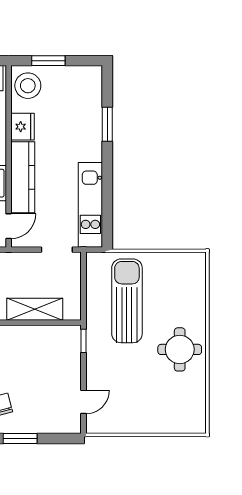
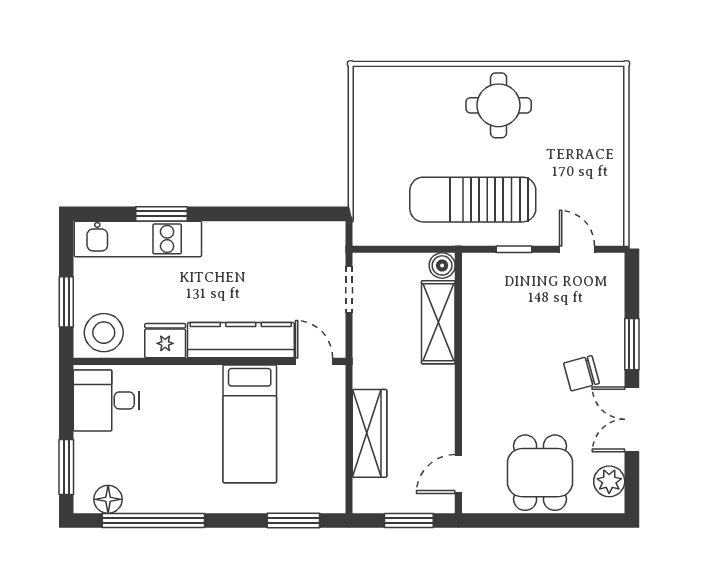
kitchen unit: (90, 205) -> (138, 239), moved
sun lounger: (127, 301) -> (473, 200), moved
boiler: (73, 312) -> (442, 265), added
window: (84, 341) -> (514, 249), moved

